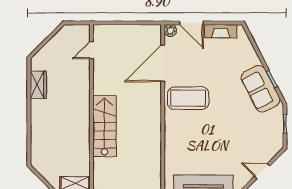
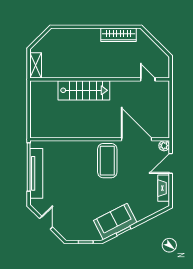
wardrobe: (38, 85) -> (119, 35), width x1.50

